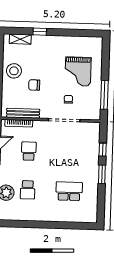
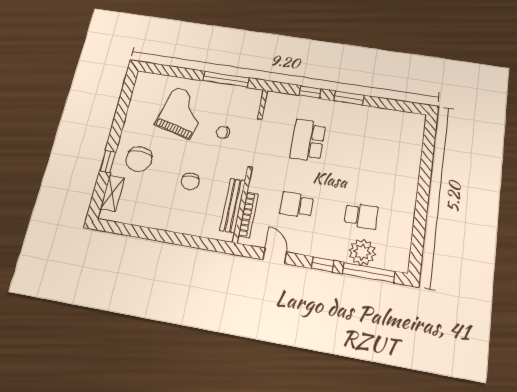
chair: (44, 51) -> (139, 159), added
stool: (14, 71) -> (161, 210), removed
grand piano: (78, 71) -> (182, 113), turned -76
school desk: (69, 191) -> (308, 140), moved

